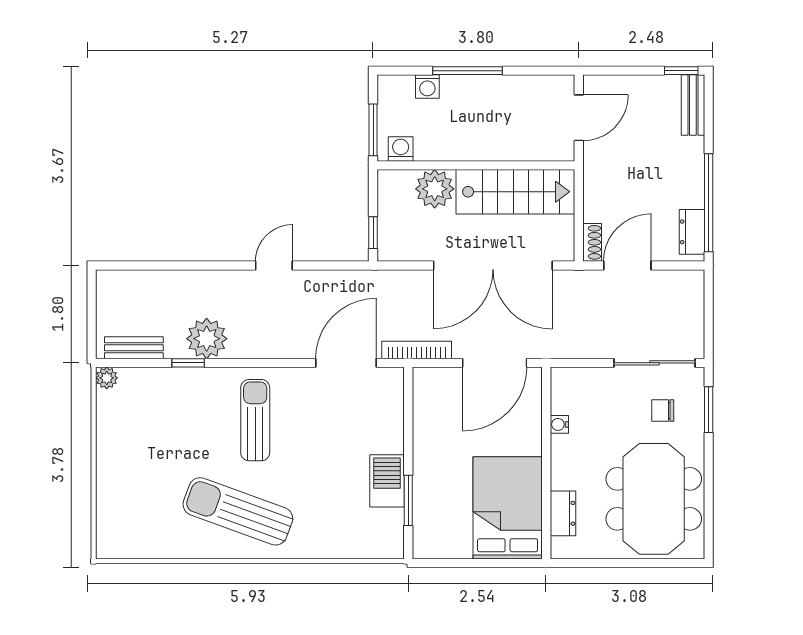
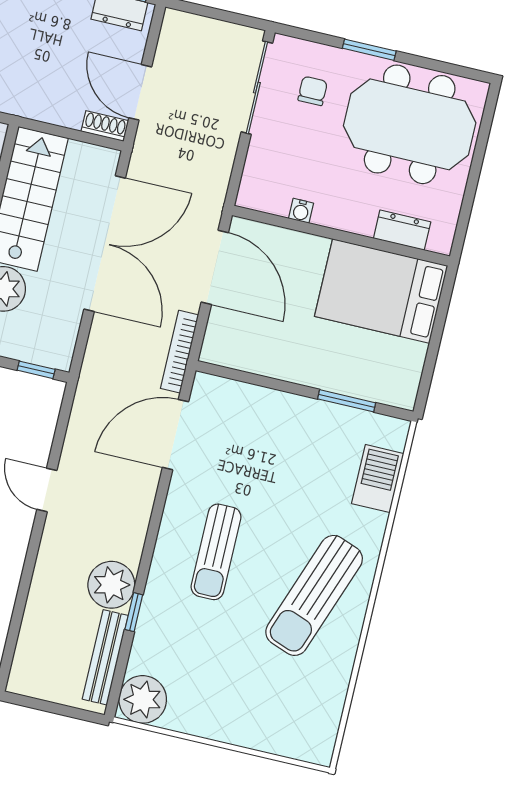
bench: (134, 348) -> (105, 657), width x1.36
door: (346, 363) -> (175, 435), hinge flipped
plant: (107, 378) -> (143, 699), width x1.88, depth x1.88
chair: (663, 410) -> (313, 91), turned 180
window: (709, 410) -> (369, 50), moved
sun lounger: (255, 420) -> (216, 552), turned -90
barbecue: (387, 481) -> (378, 479), moved, turned 90

